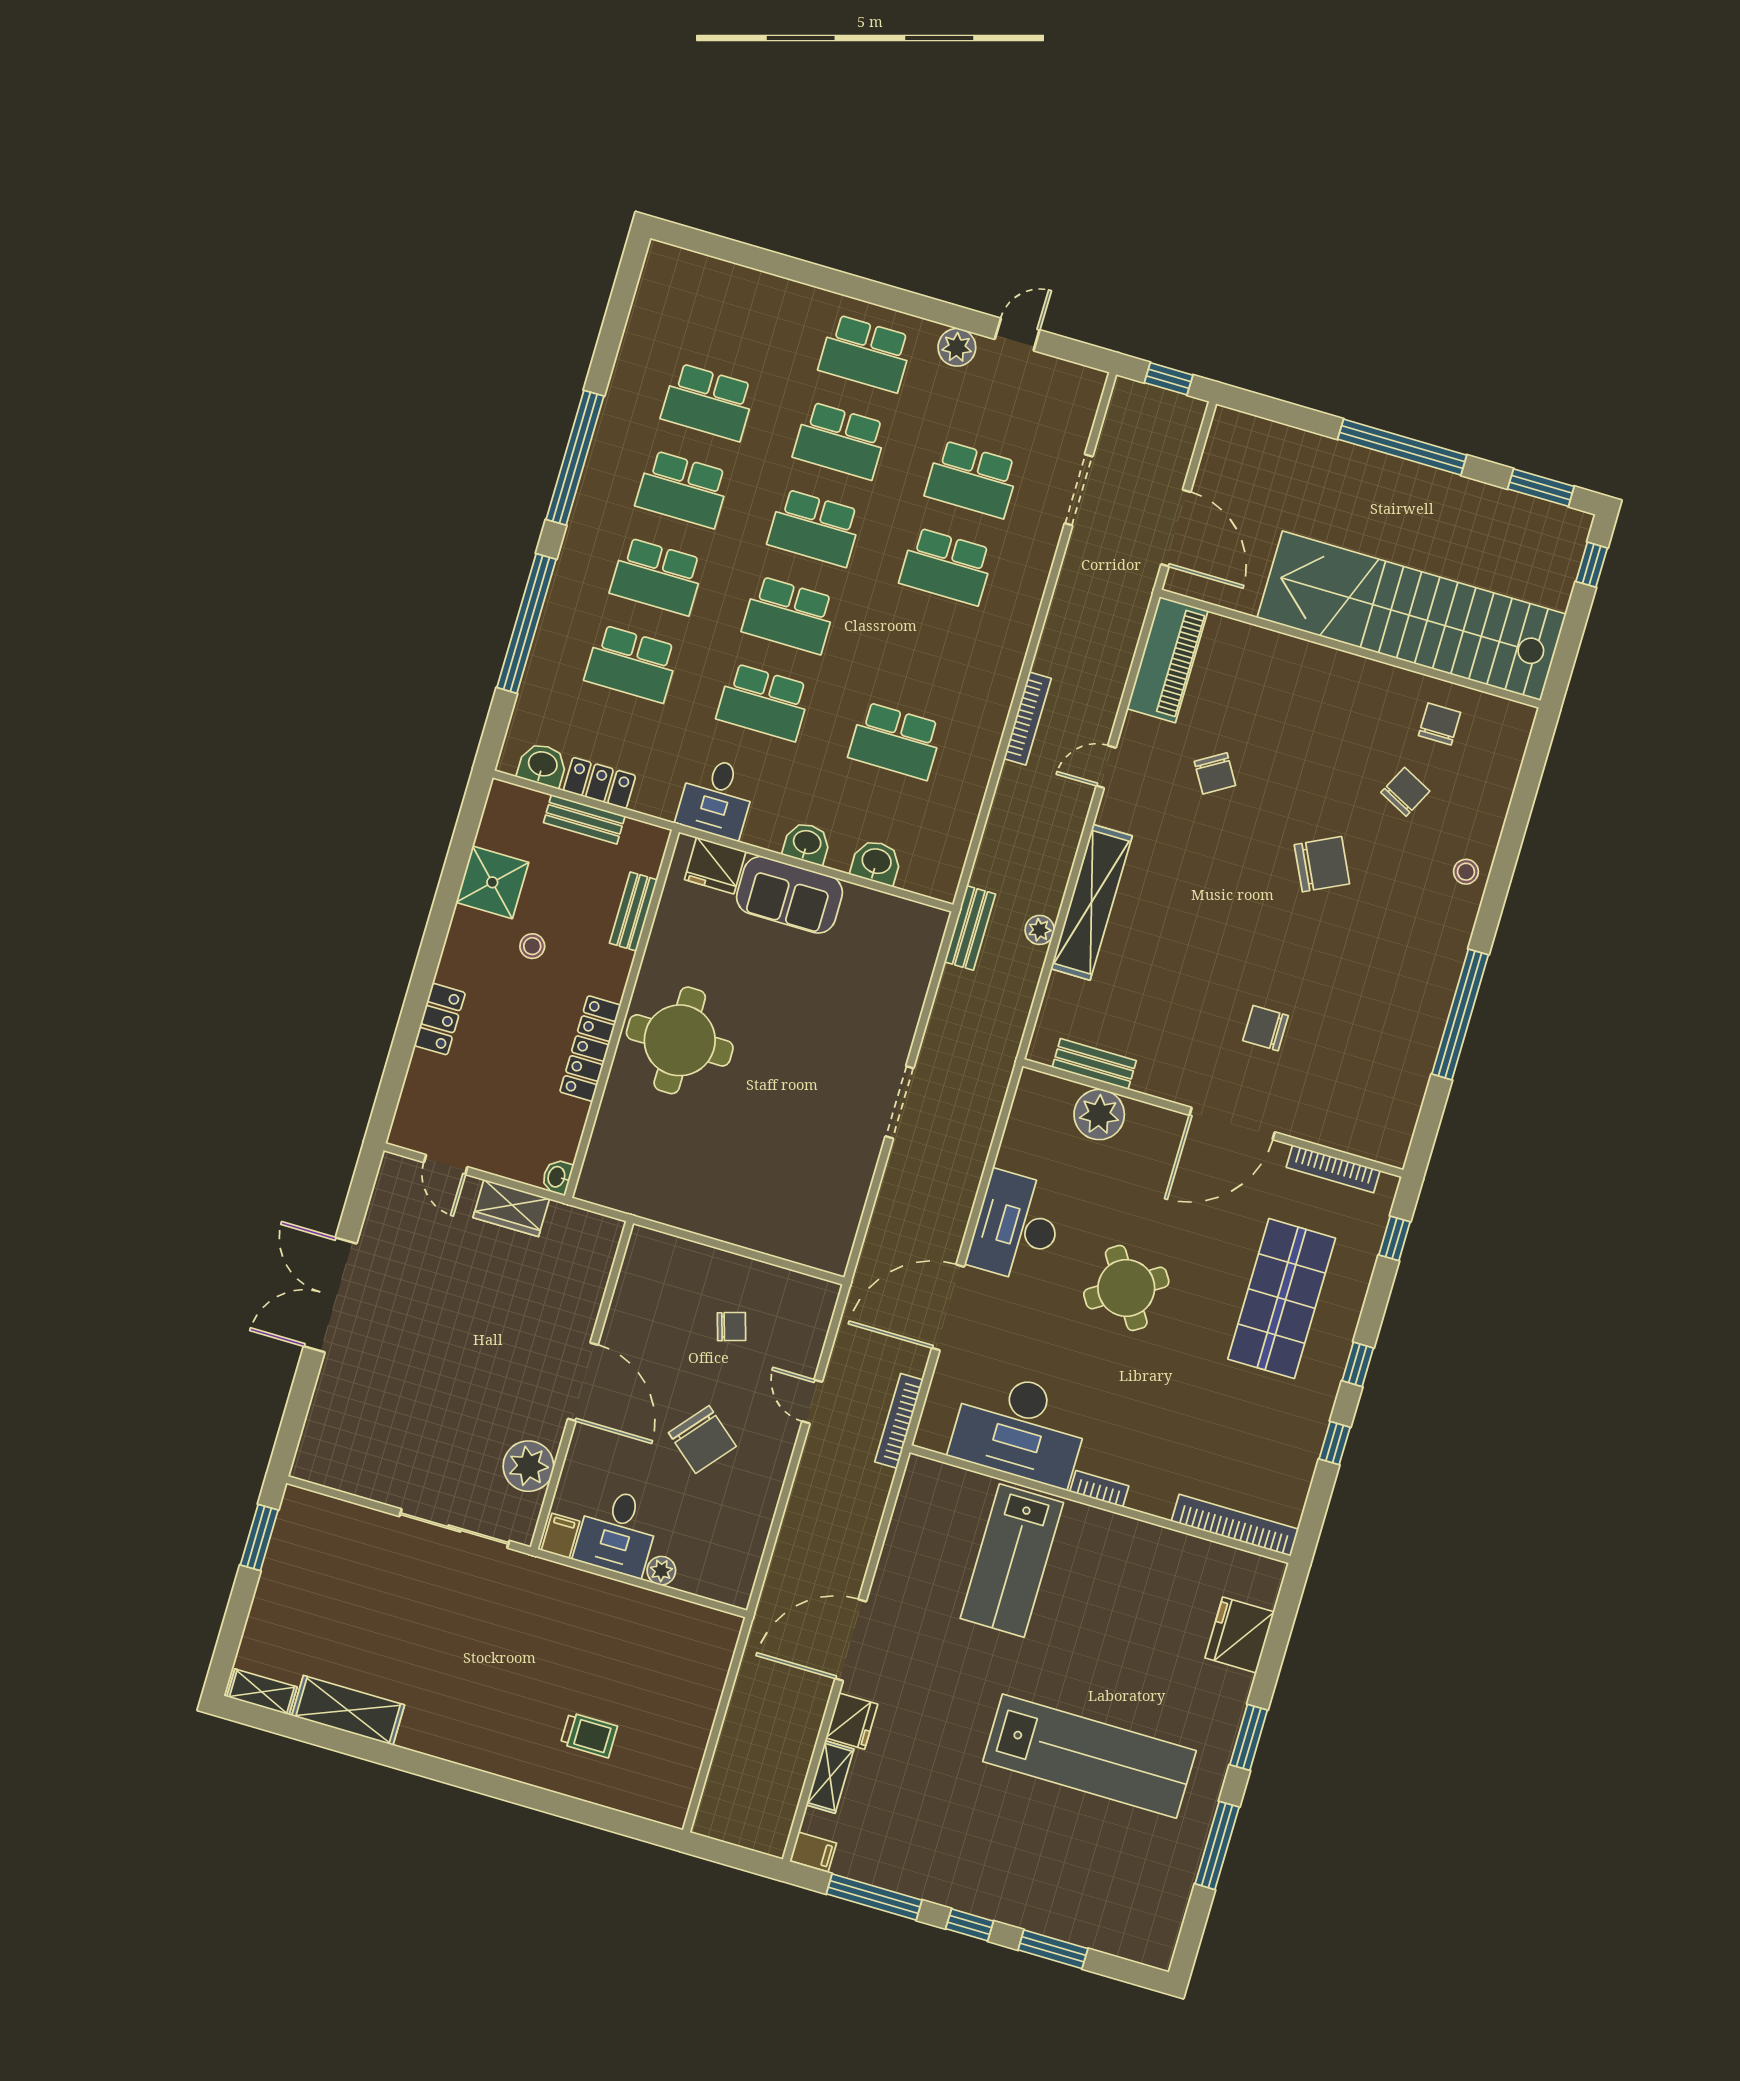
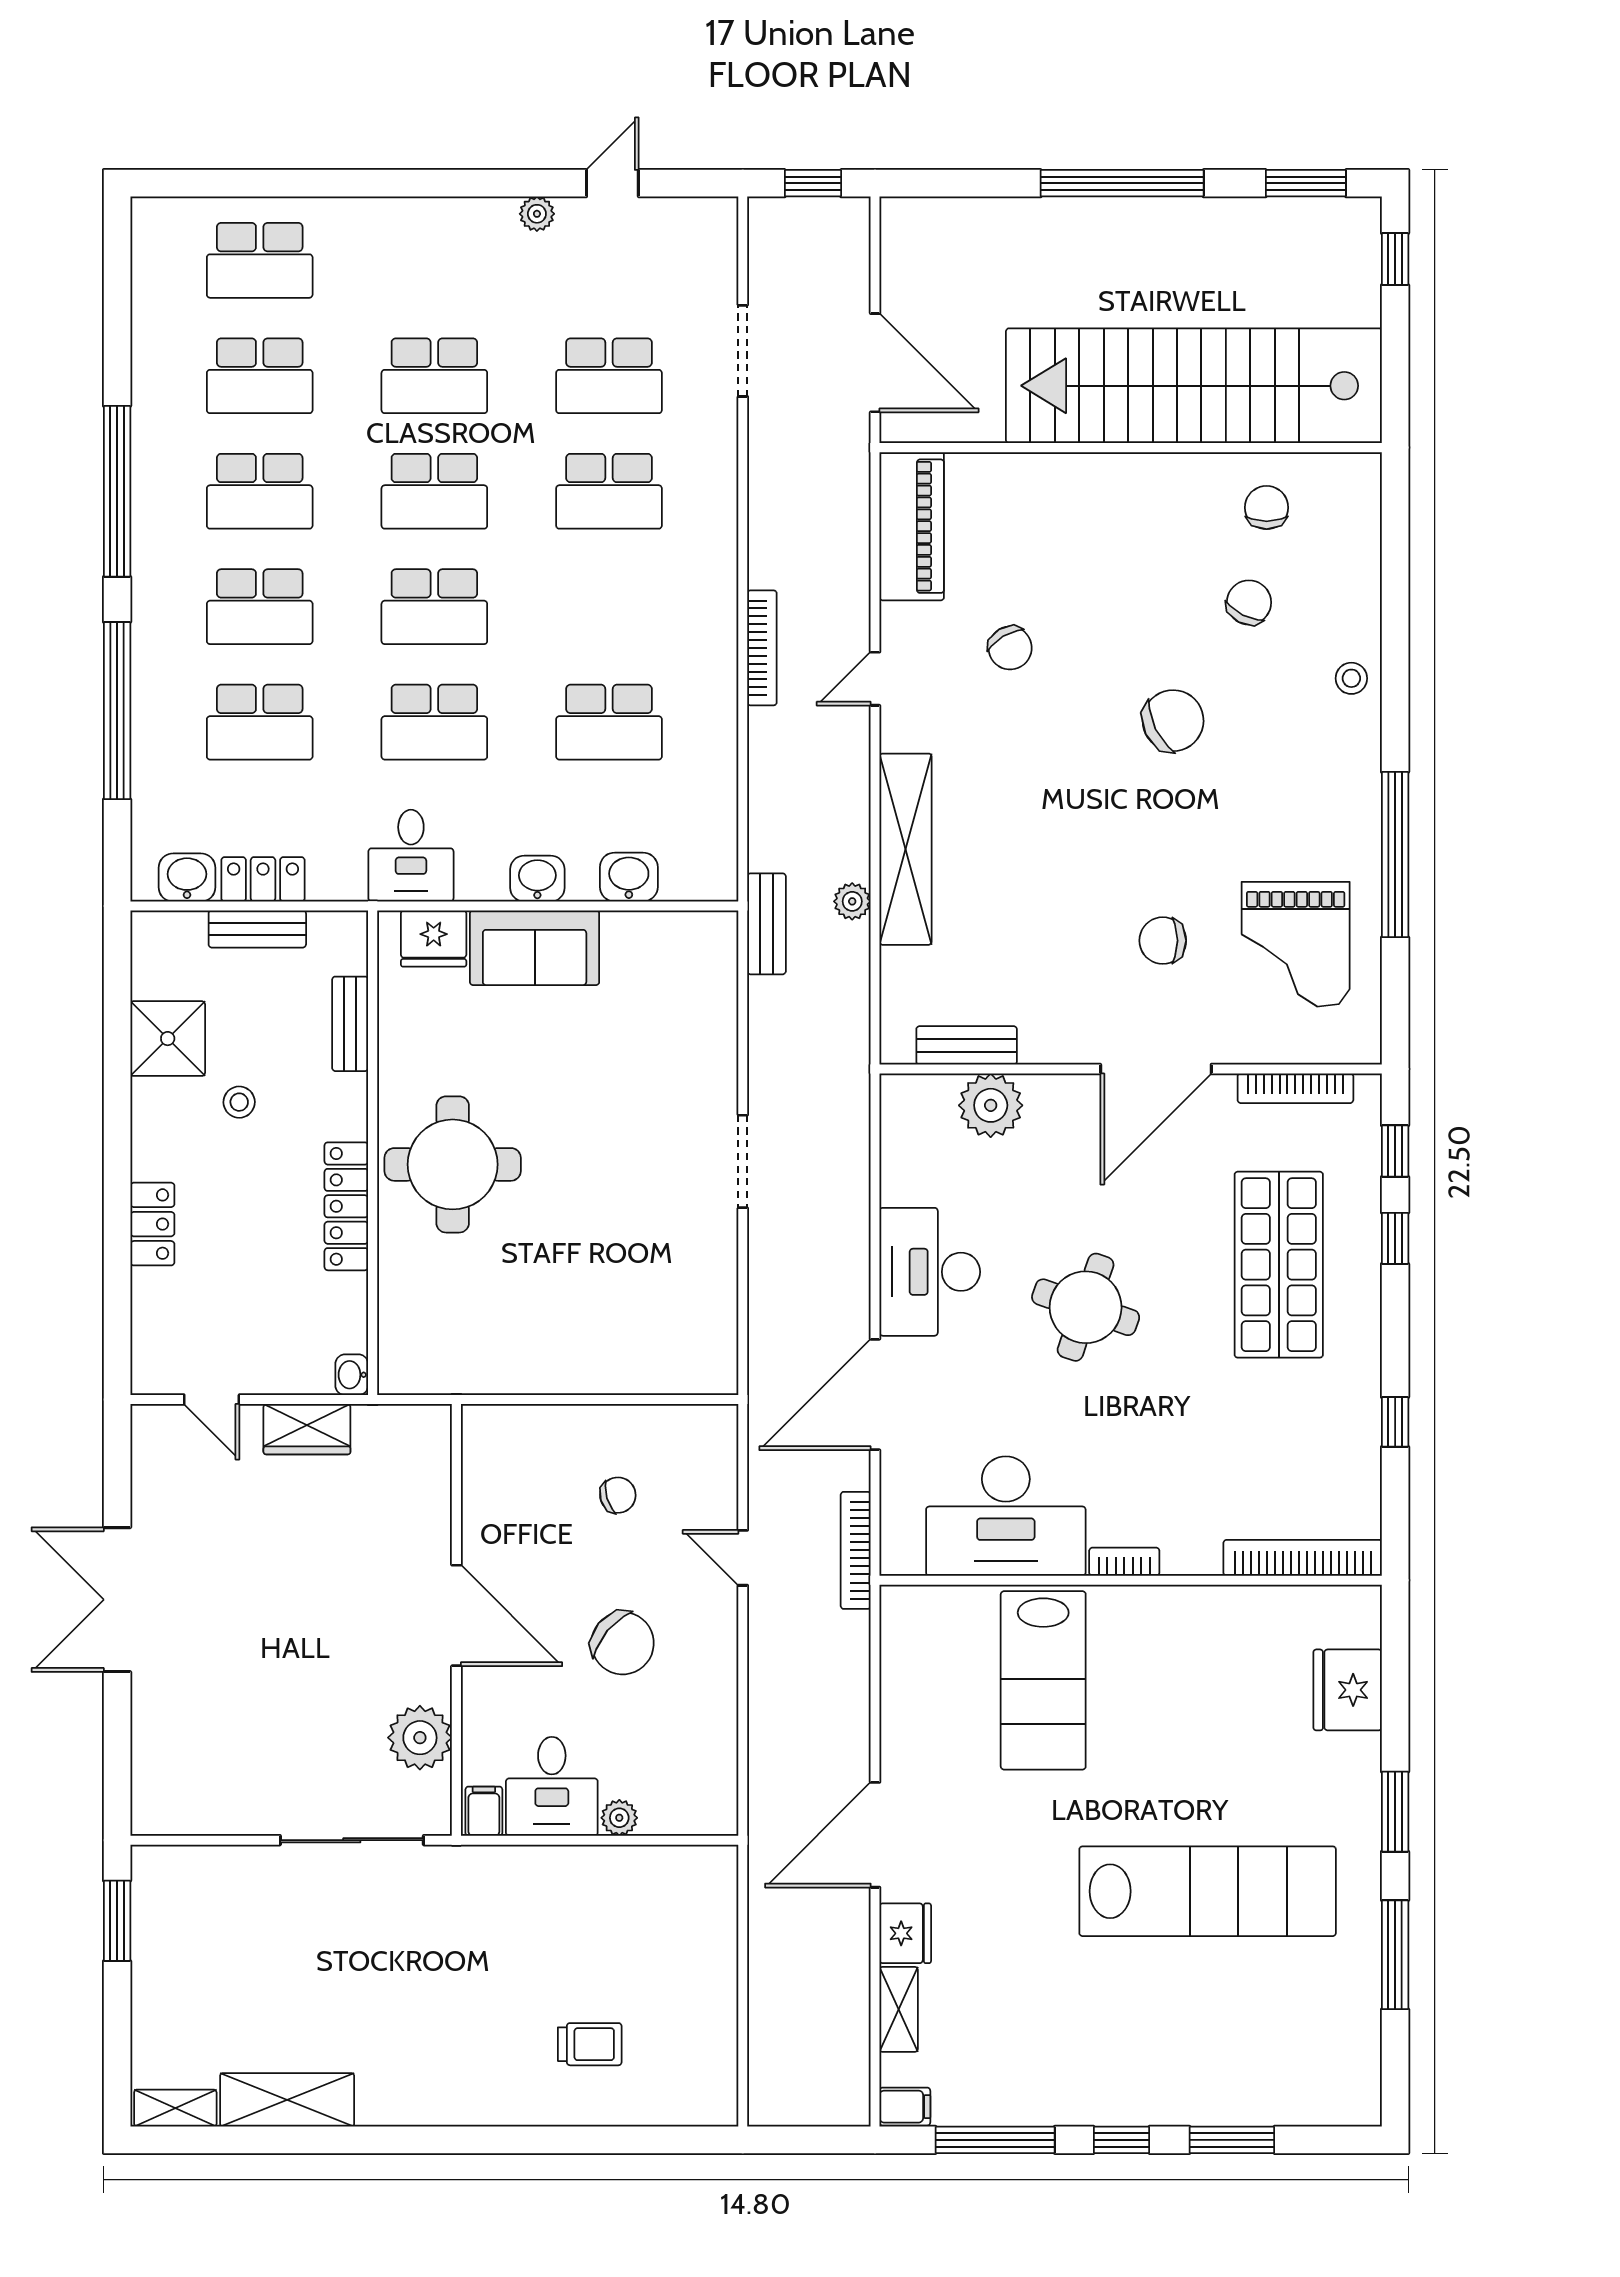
plant: (957, 347) -> (537, 214), width x0.73, depth x0.73
school desk: (866, 353) -> (260, 260), moved
grand piano: (1365, 1060) -> (1296, 944), added
round table: (1126, 1288) -> (1086, 1307), turned -38
window: (1358, 1364) -> (1395, 1238), moved

